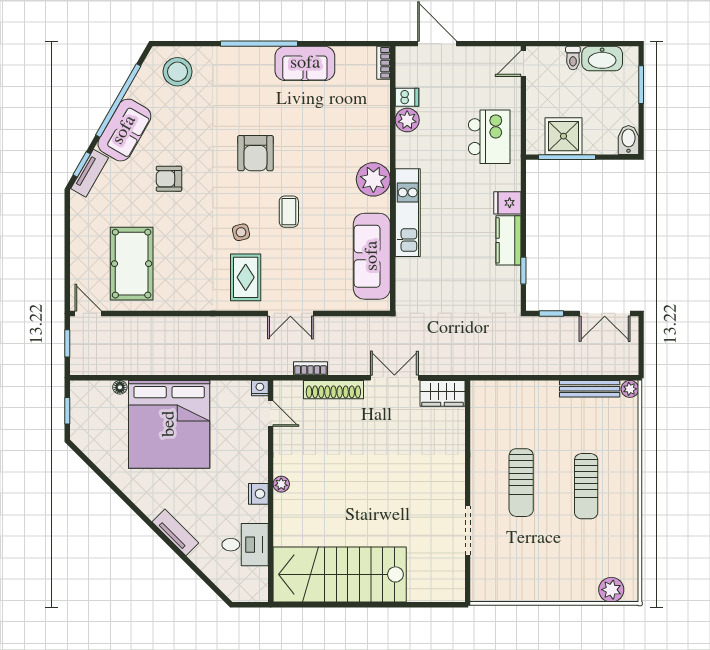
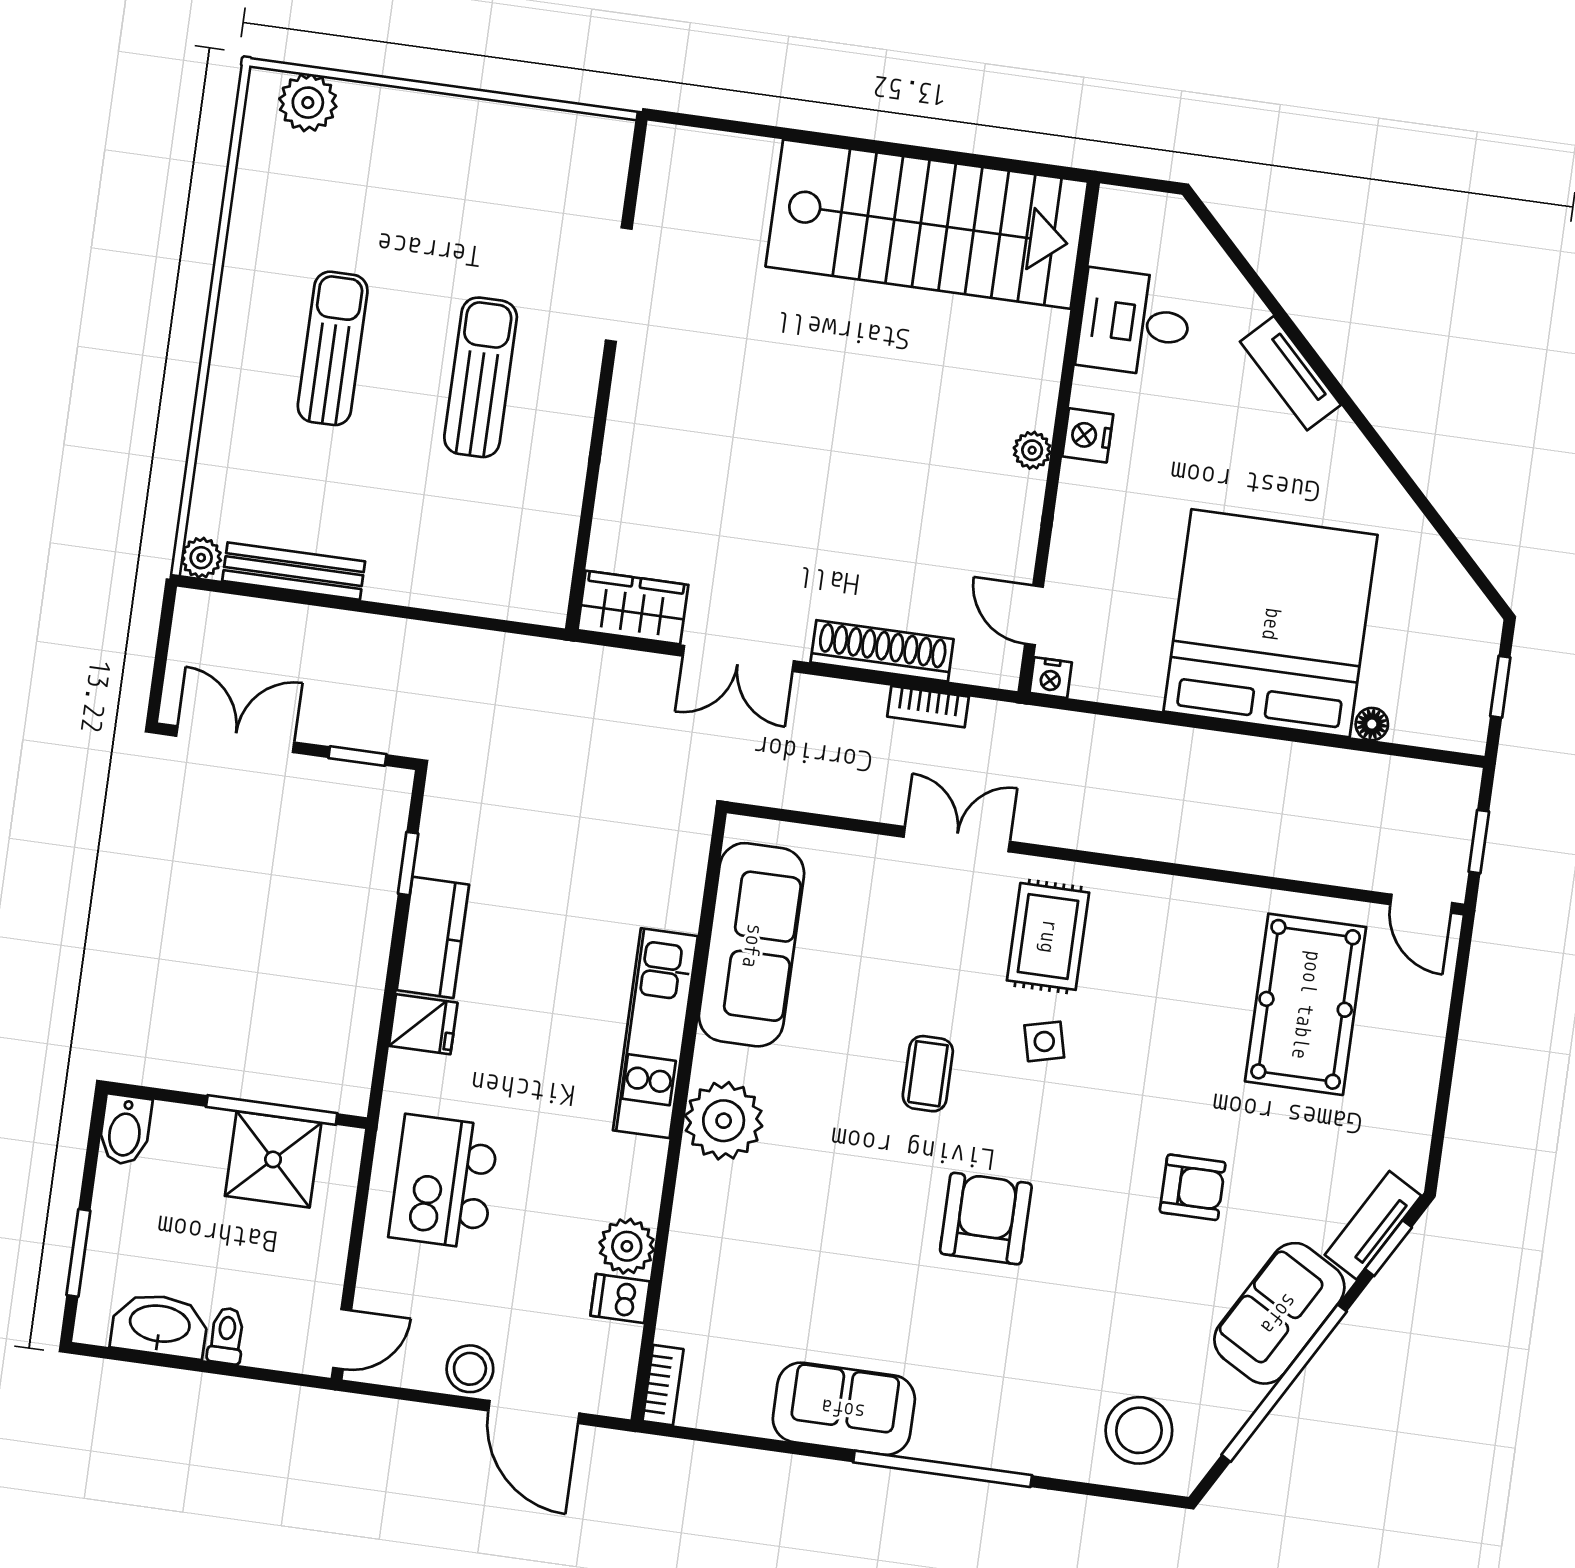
stool: (467, 58) -> (470, 1369), added

